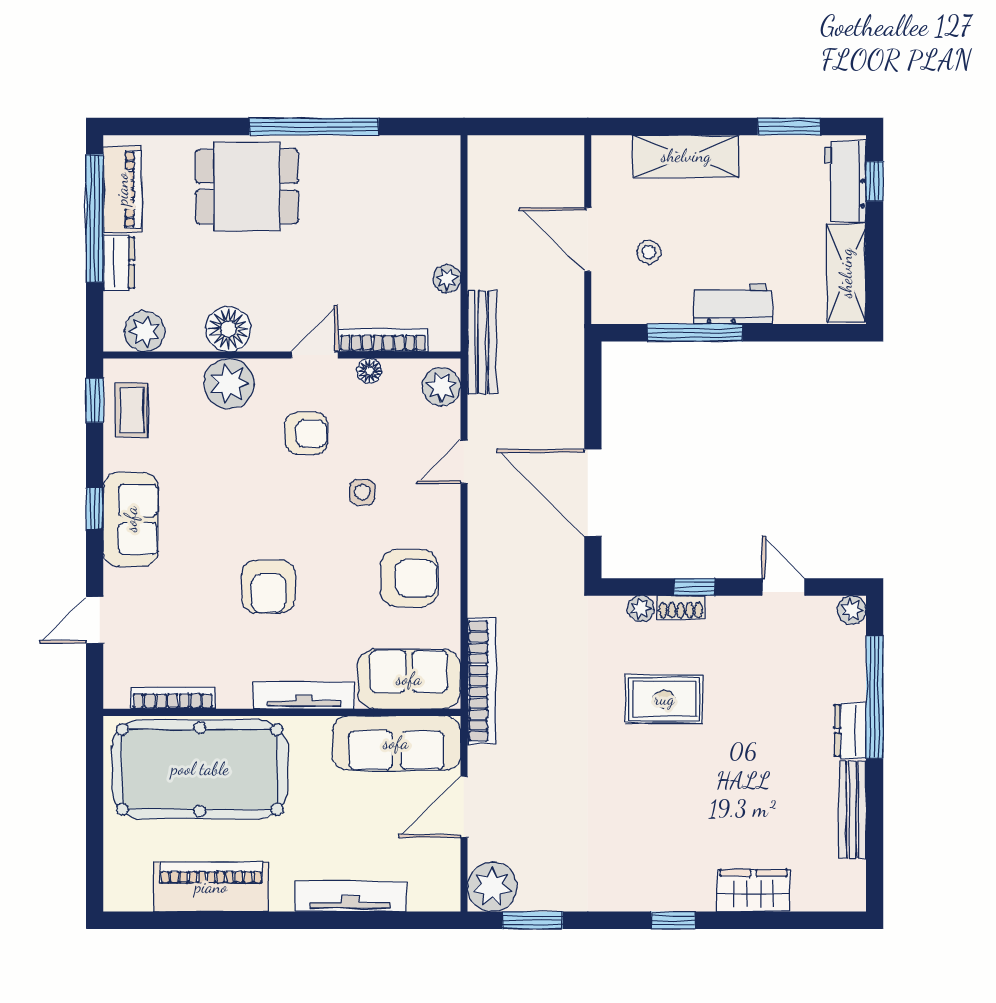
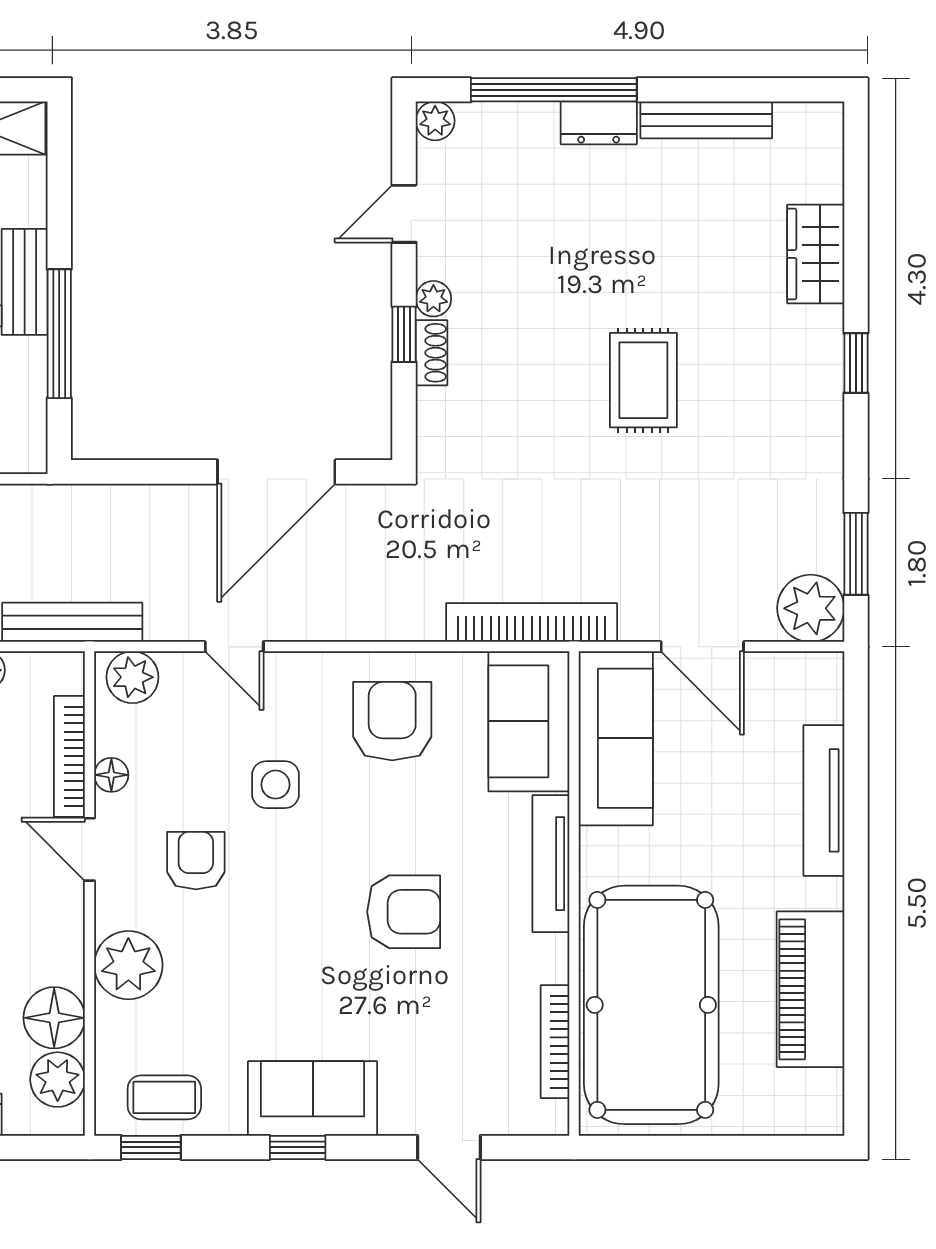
floor lamp: (228, 329) -> (54, 1018), moved
side table: (362, 492) -> (276, 785), width x1.37, depth x1.37
plant: (641, 609) -> (433, 299), moved
rug: (664, 699) -> (643, 380), moved

